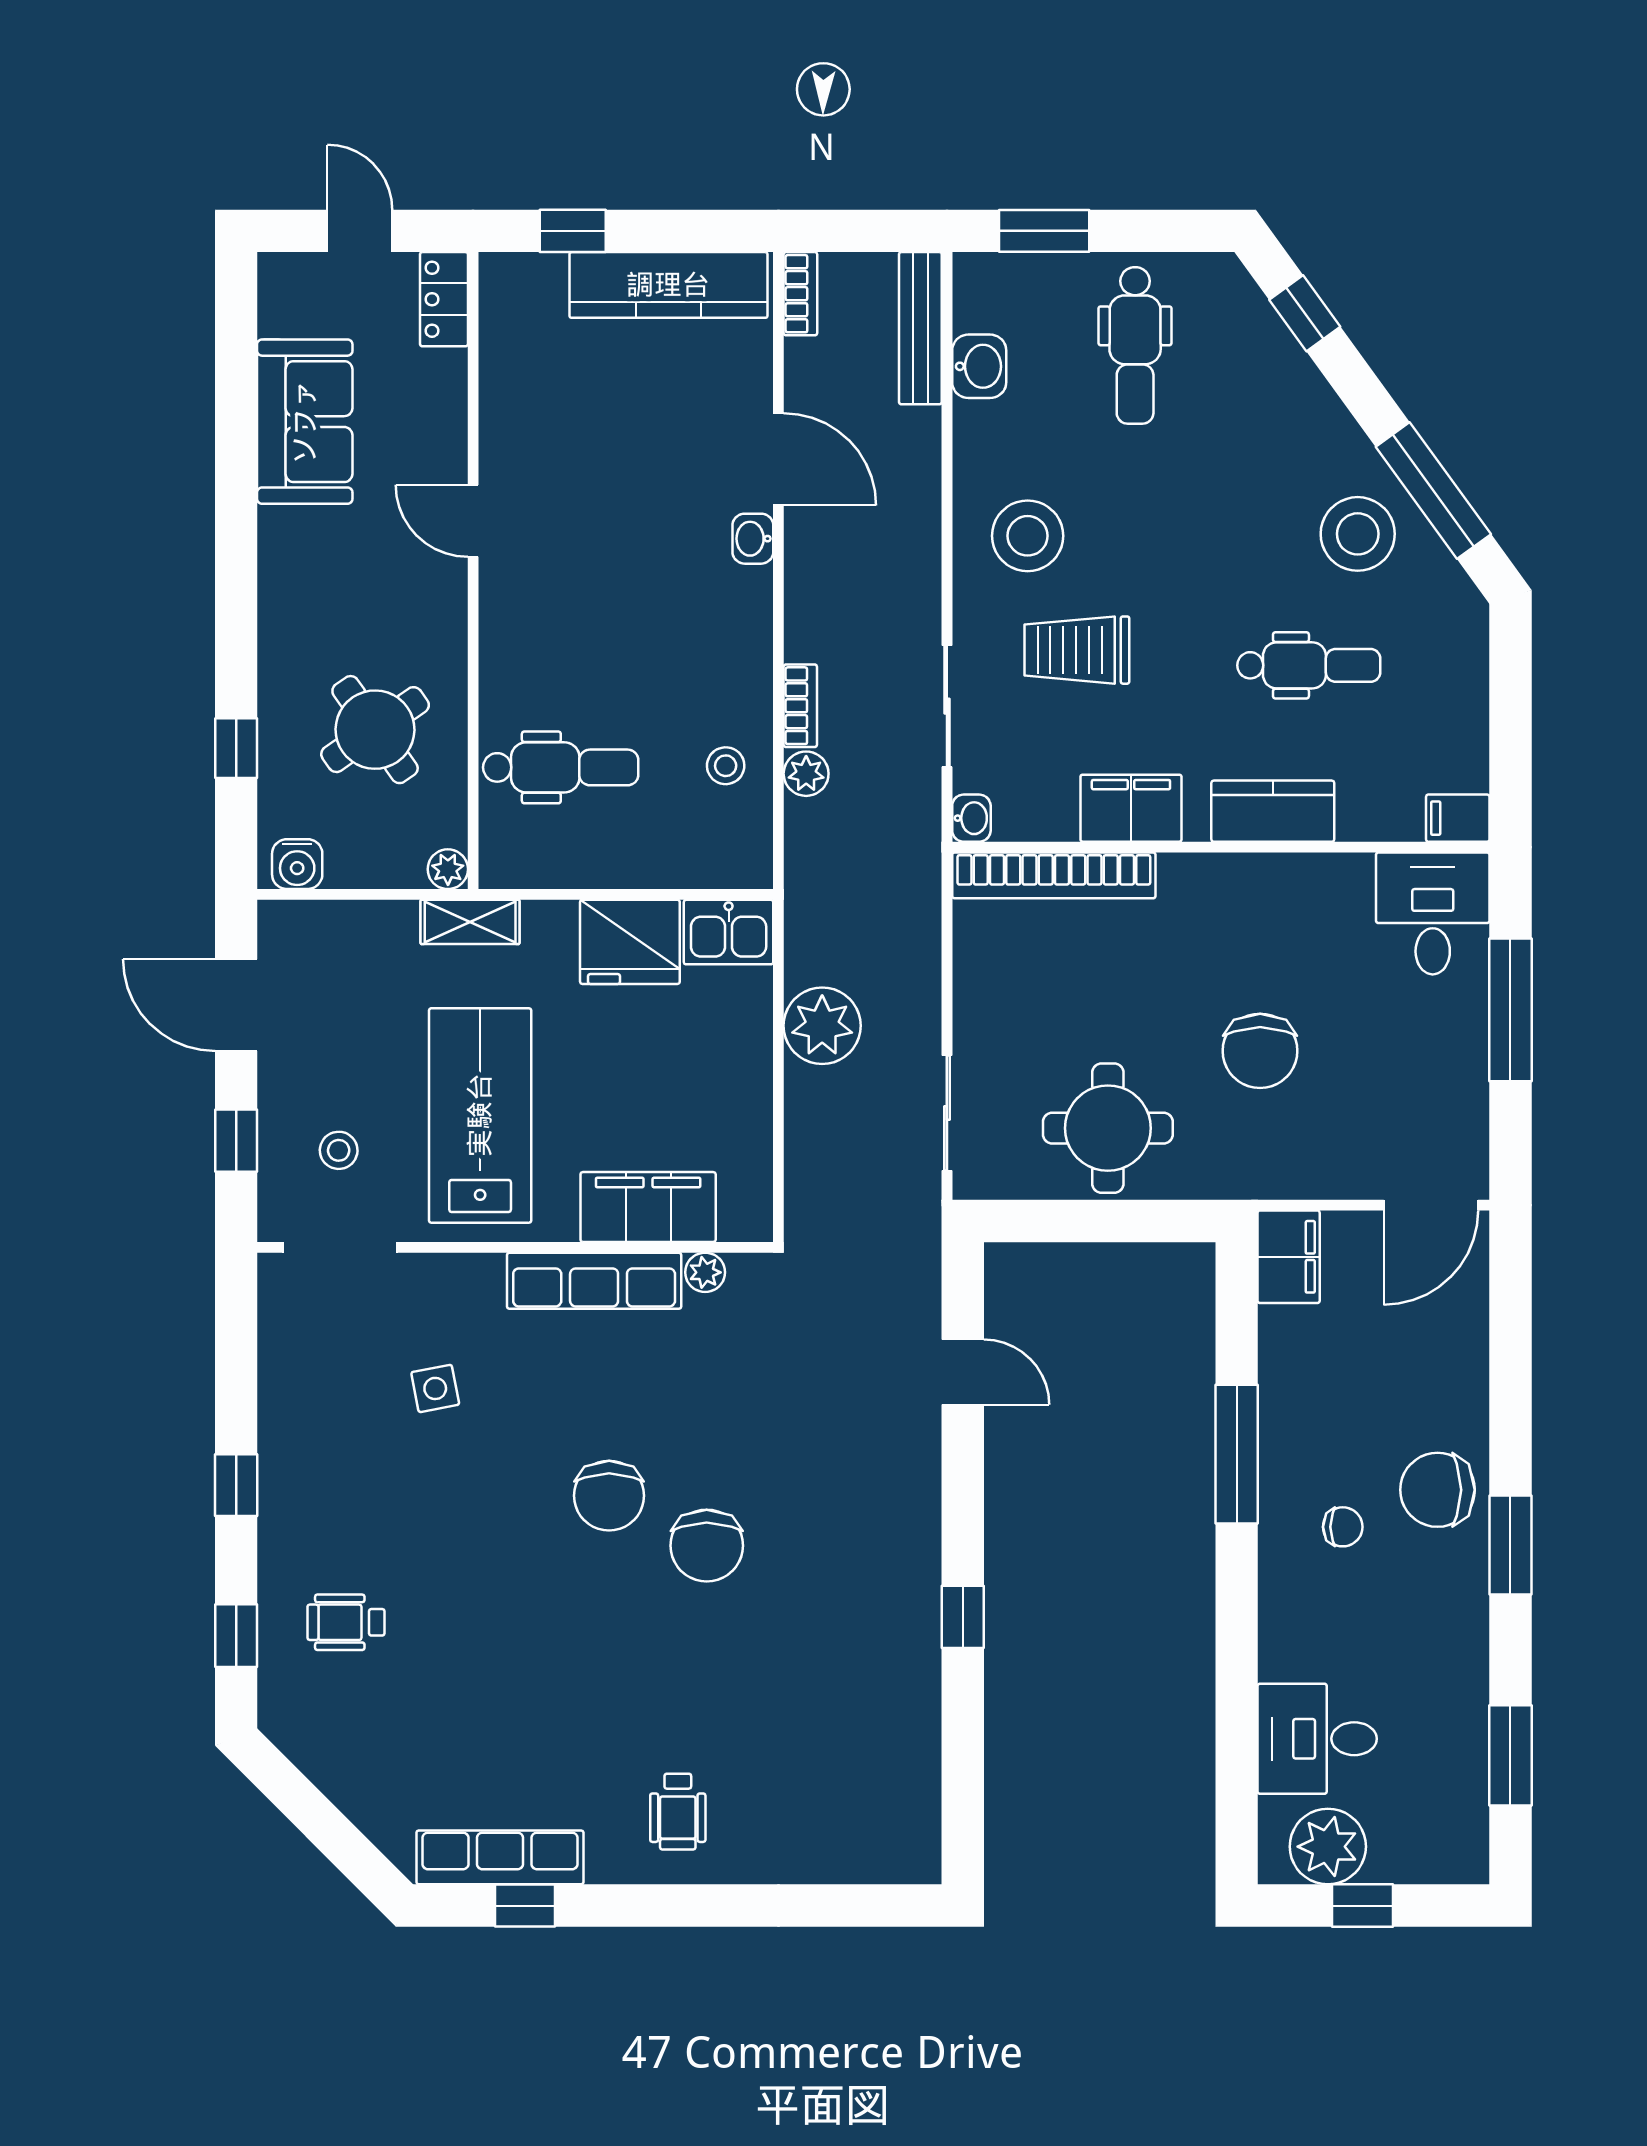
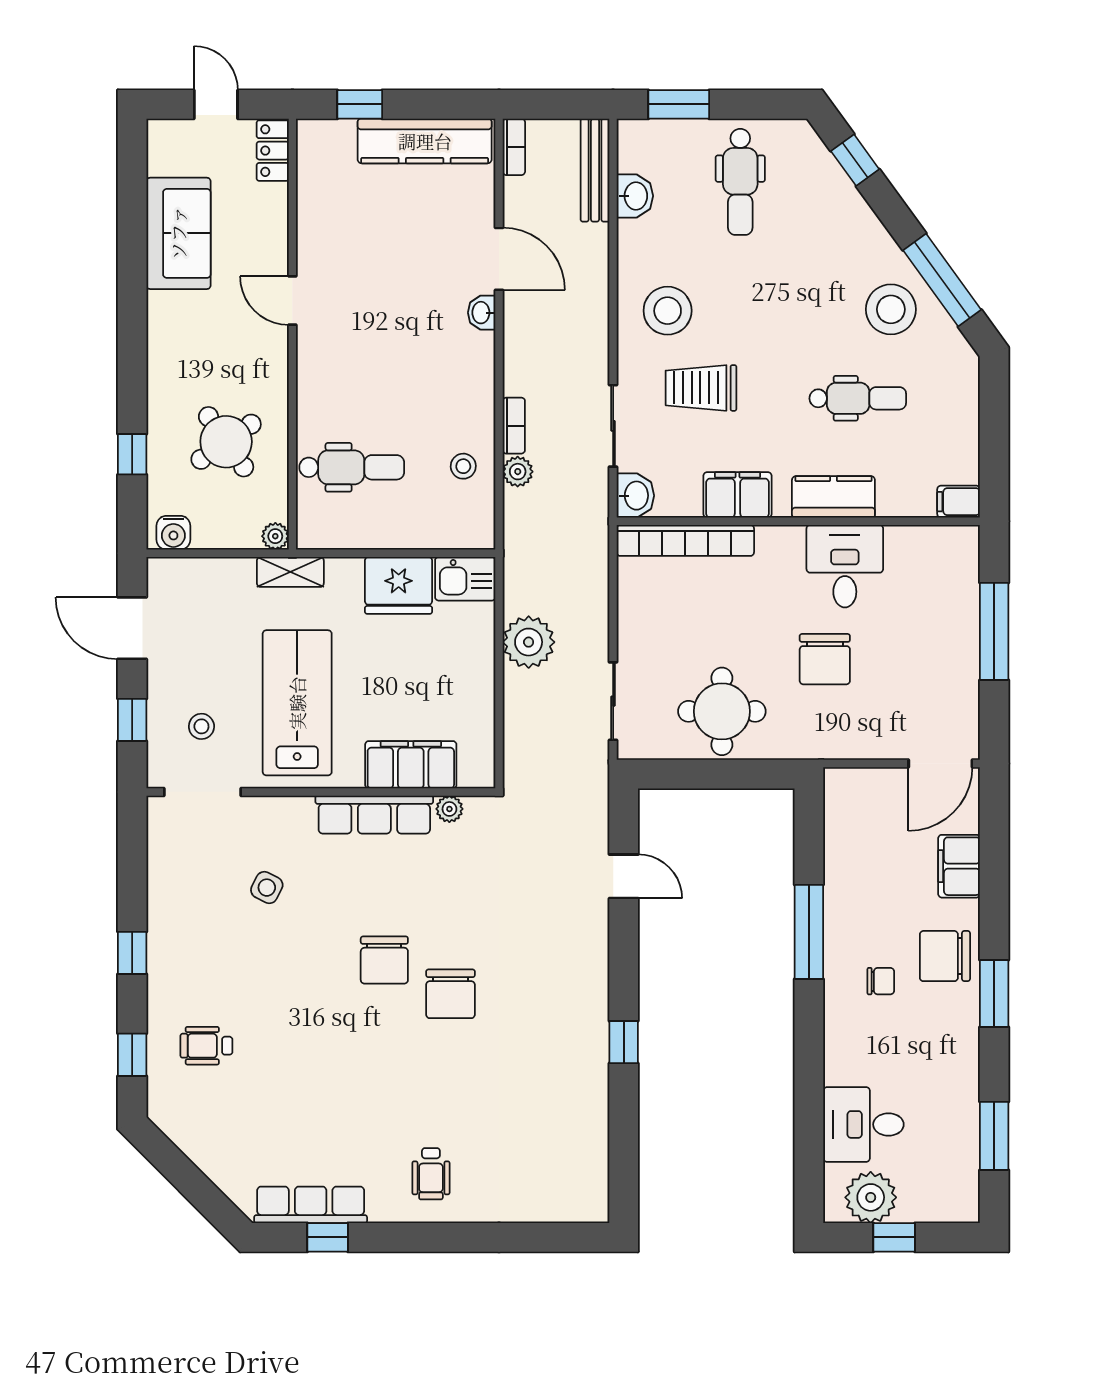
washbasin: (971, 818) -> (635, 496), width x1.38, depth x1.45
desk: (1433, 913) -> (845, 566), moved
filing cabinet: (1289, 1257) -> (959, 866), moved, turned 180
side table: (435, 1388) -> (267, 888), turned 38

